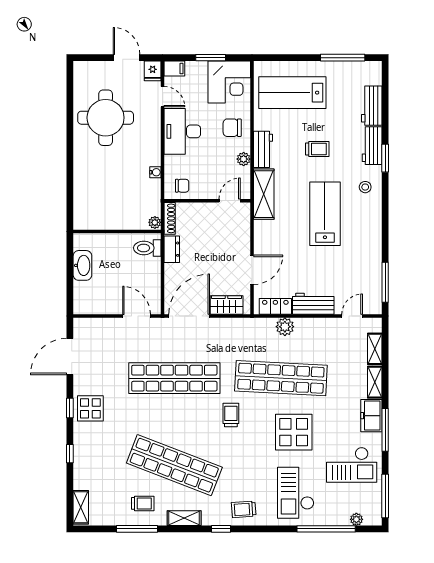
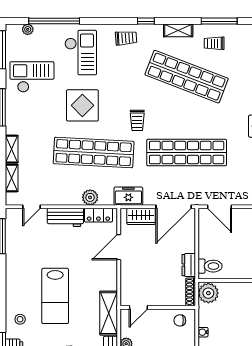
plant: (155, 222) -> (208, 293), width x1.87, depth x1.87
freezer: (371, 416) -> (128, 196), moved, turned -90

